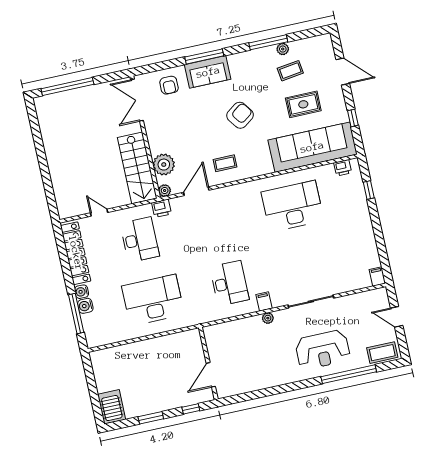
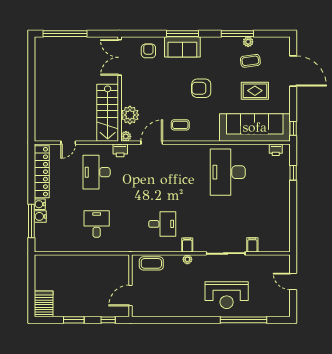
door: (343, 71) -> (293, 71), width x1.36
armchair: (169, 85) -> (148, 51), turned 180
armchair: (240, 115) -> (201, 88), turned -144
window: (353, 118) -> (293, 128), moved
desk: (292, 206) -> (228, 172), turned -90
door: (99, 213) -> (68, 143), swing flipped
desk: (140, 240) -> (97, 172), turned 180
filing cabinet: (377, 276) -> (252, 245), moved
desk: (229, 283) -> (162, 224), width x0.73
desk: (153, 300) -> (97, 224), width x0.53, depth x0.77
coffee table: (382, 353) -> (151, 263), moved

